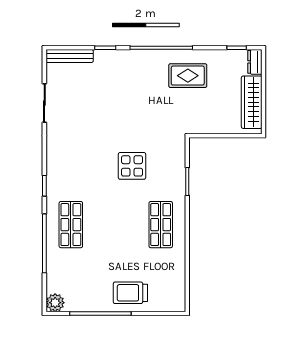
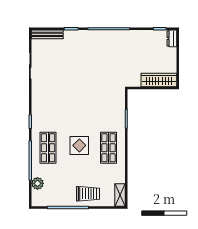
rug: (188, 76) -> (127, 48), removed
wardrobe: (252, 102) -> (159, 80), moved, turned 90
display table: (132, 166) -> (79, 145), moved
trolley: (130, 293) -> (88, 194), turned 180
shelving: (178, 295) -> (120, 195), added
plant: (55, 303) -> (37, 183), moved

